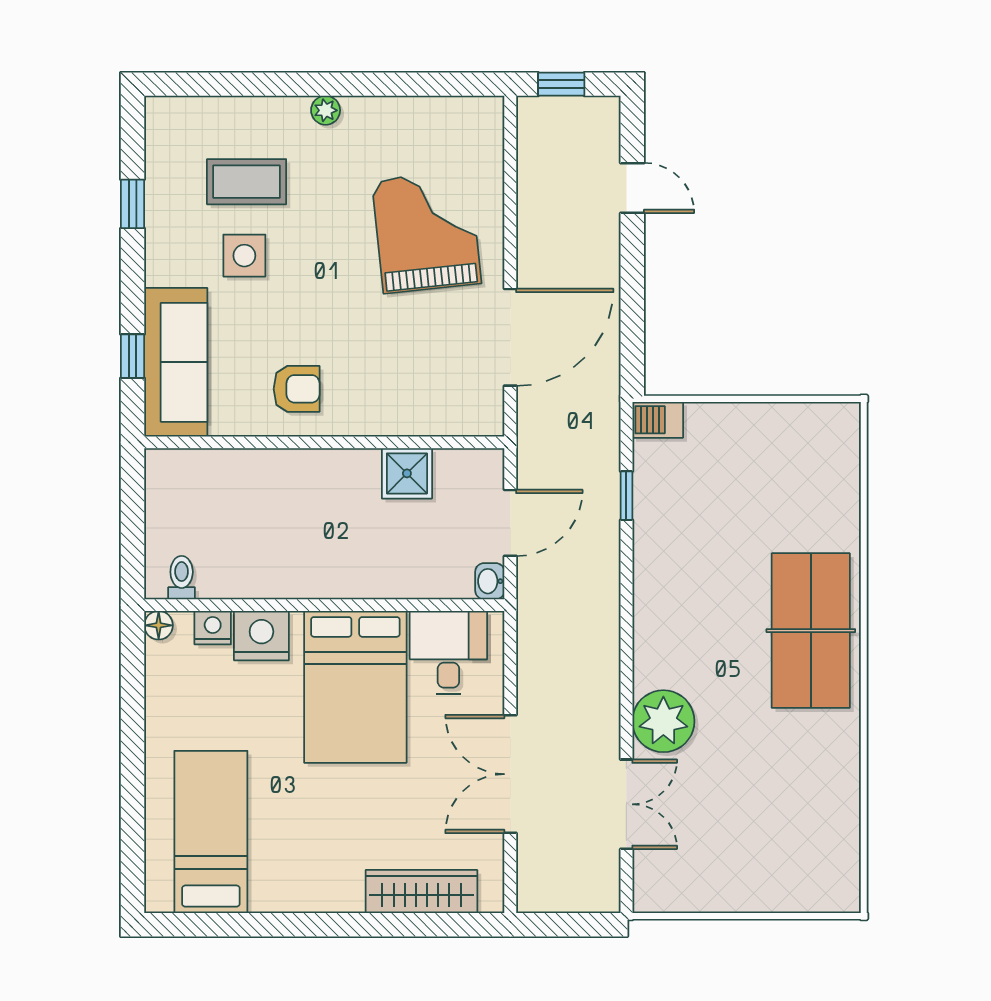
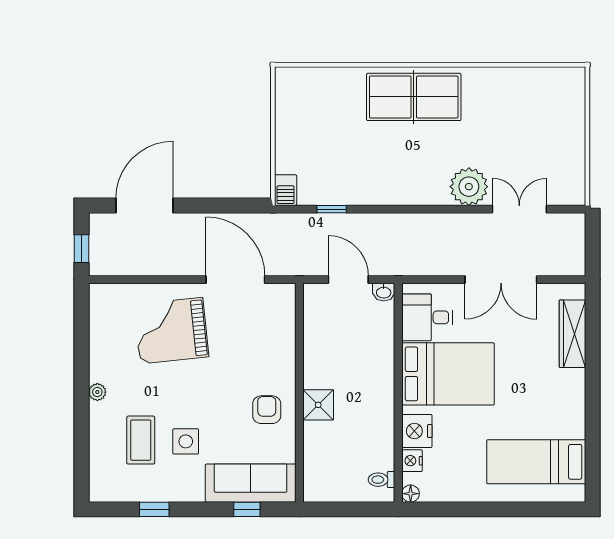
door: (632, 188) -> (145, 206), width x1.88
shower: (407, 473) -> (318, 405), moved

